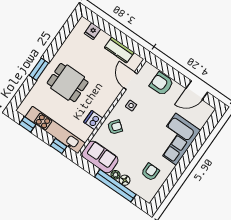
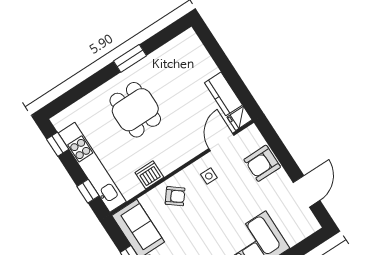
fridge: (92, 31) -> (240, 118), moved
window: (39, 69) -> (130, 58), moved
armchair: (162, 84) -> (262, 163), turned -90
door: (197, 90) -> (307, 191), swing flipped

